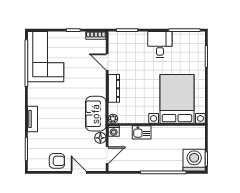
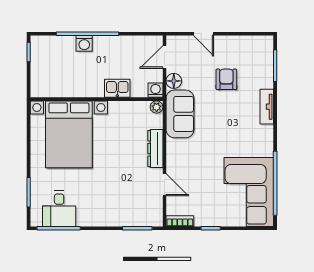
desk: (160, 44) -> (59, 209), moved
washing machine: (194, 160) -> (84, 43), moved, width x0.53, depth x0.53
armchair: (57, 161) -> (226, 79), moved, turned 90

